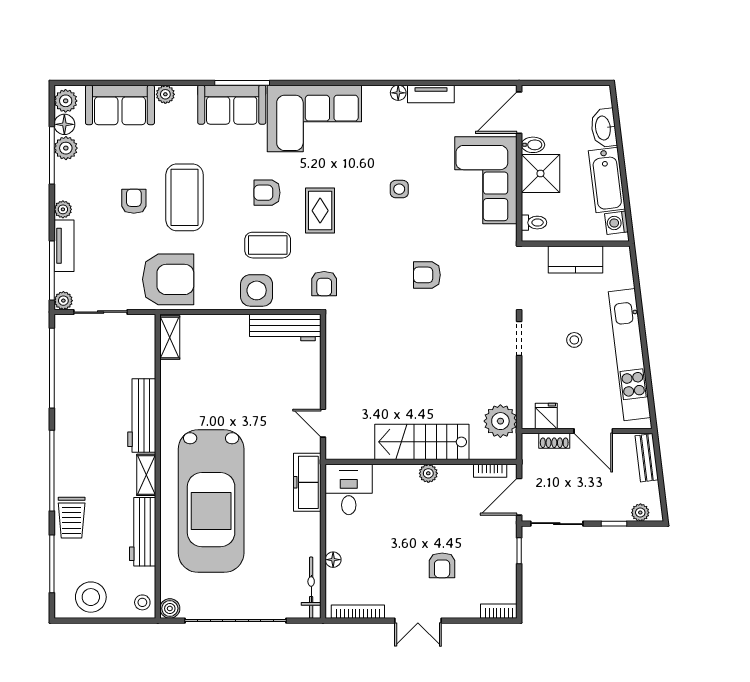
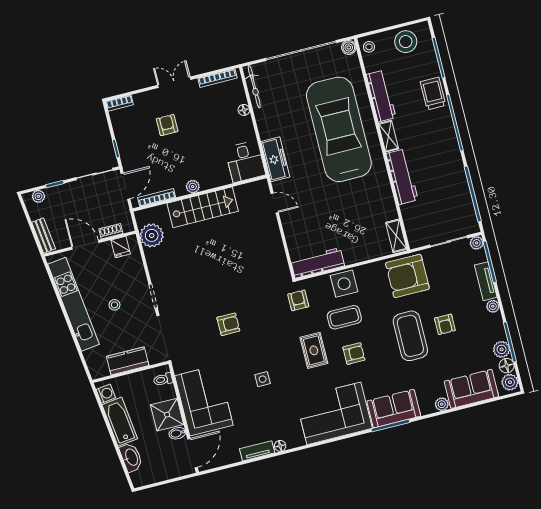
bookcase: (490, 471) -> (157, 198), width x1.56

